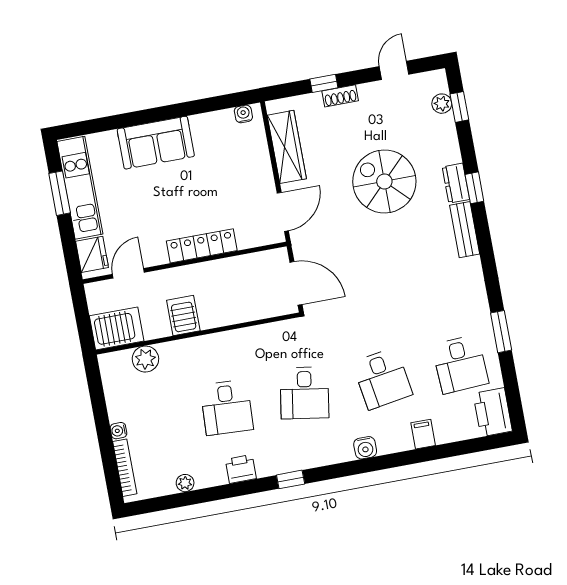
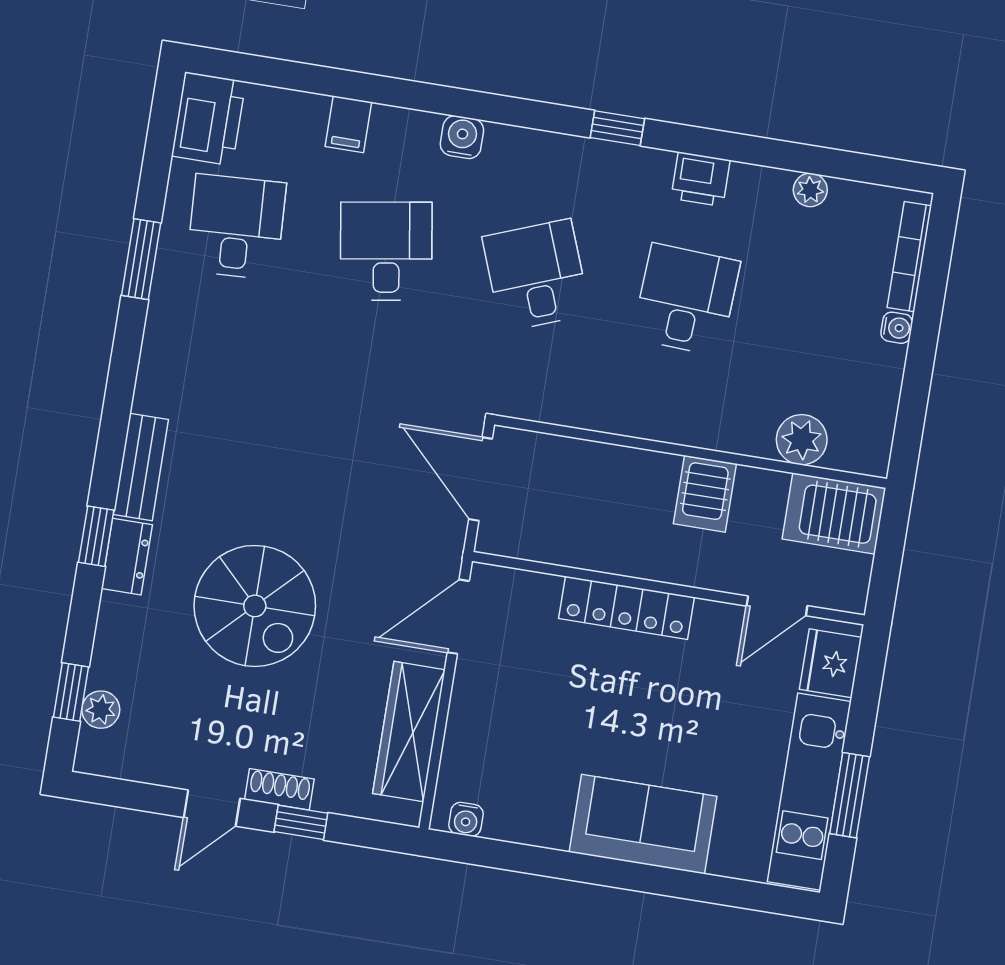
door: (394, 70) -> (212, 808), moved
desk: (305, 393) -> (536, 275), turned -30

